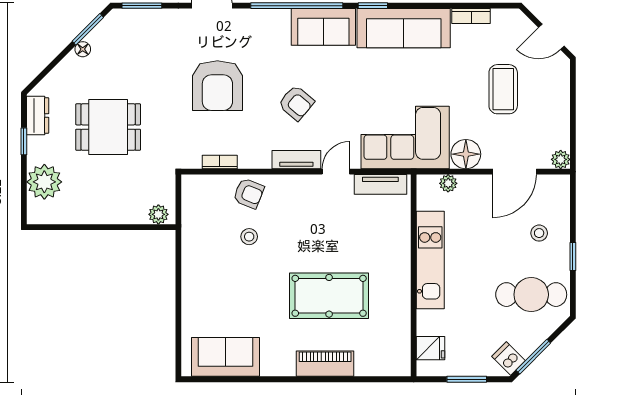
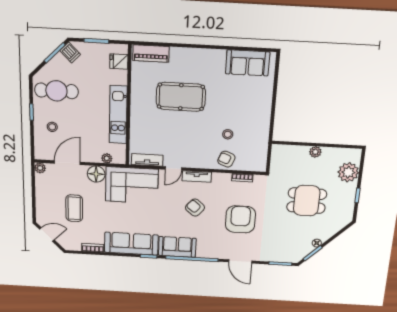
dresser: (38, 116) -> (348, 209), removed
plant: (158, 214) -> (315, 152), moved
piano: (325, 364) -> (151, 54), moved

